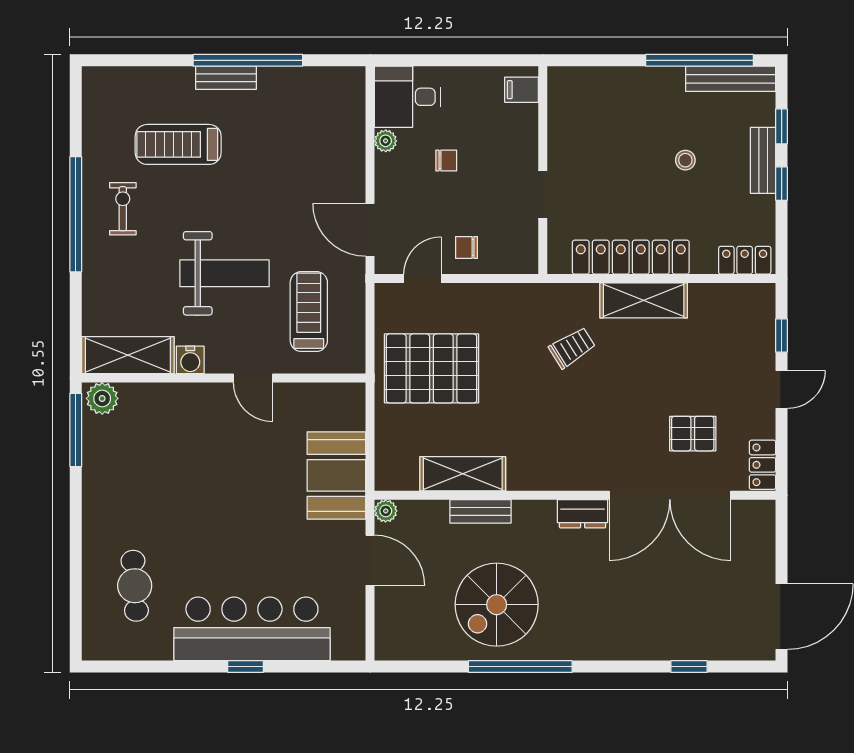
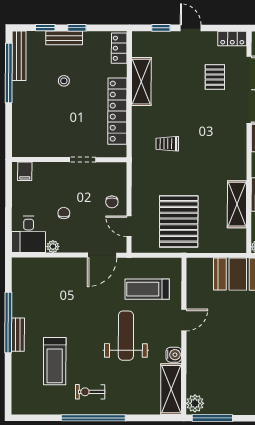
shelving: (644, 300) -> (141, 82), moved
trolley: (572, 348) -> (167, 144), turned -58

